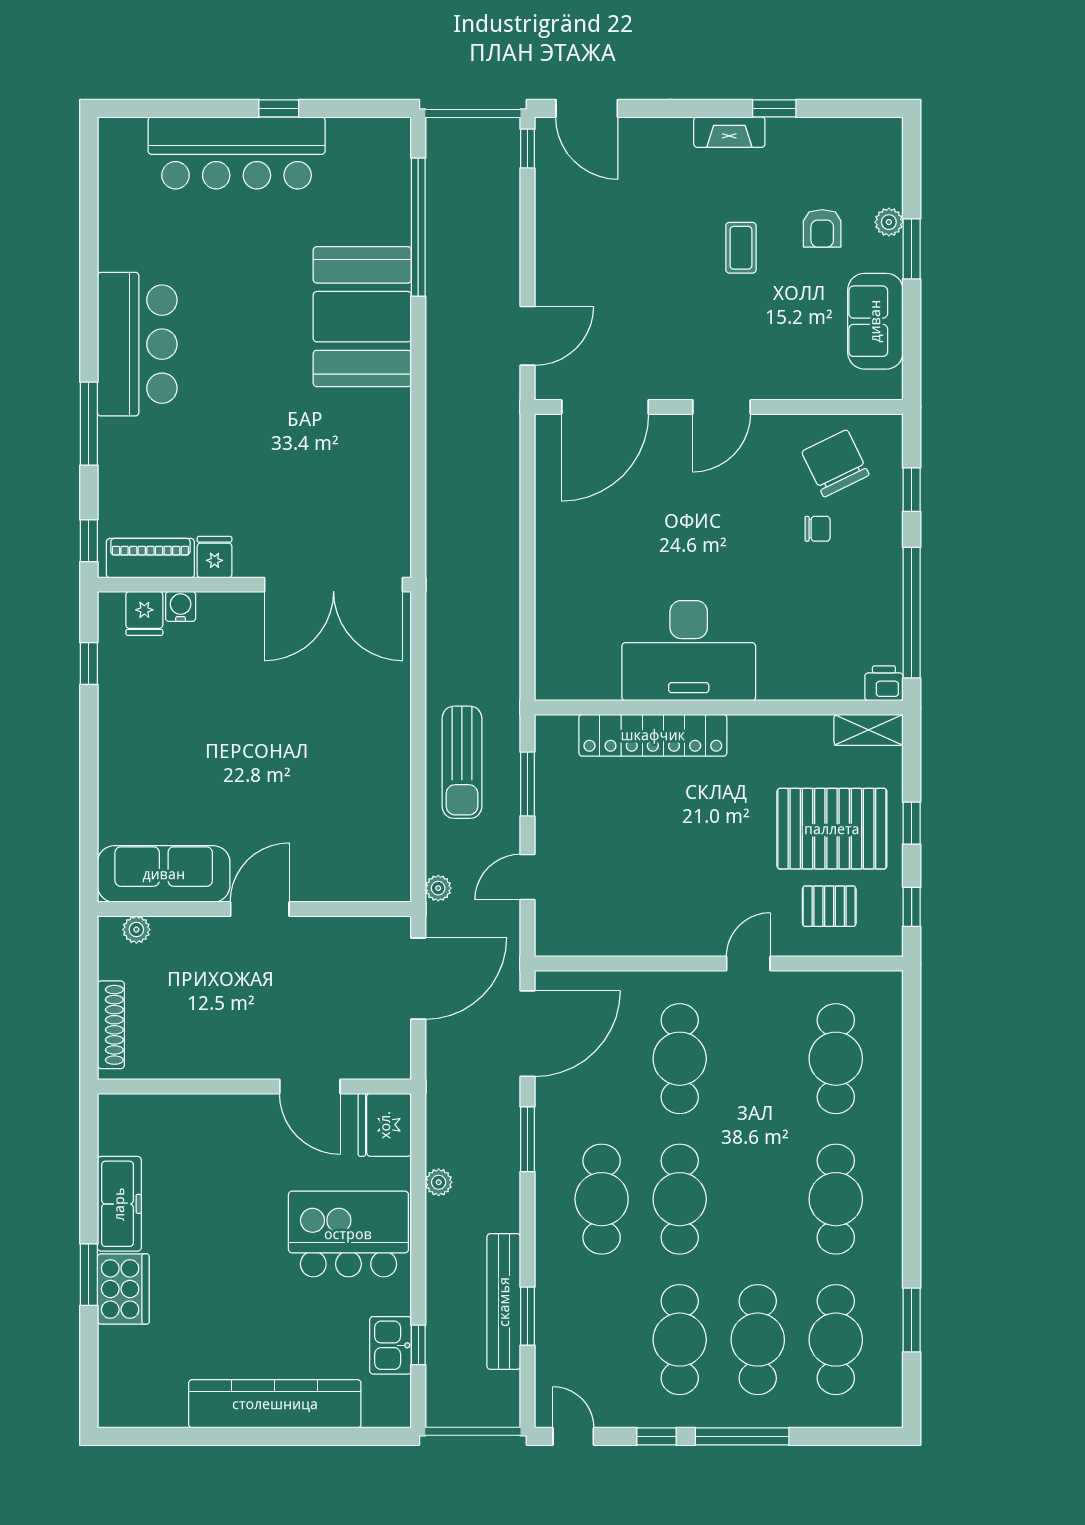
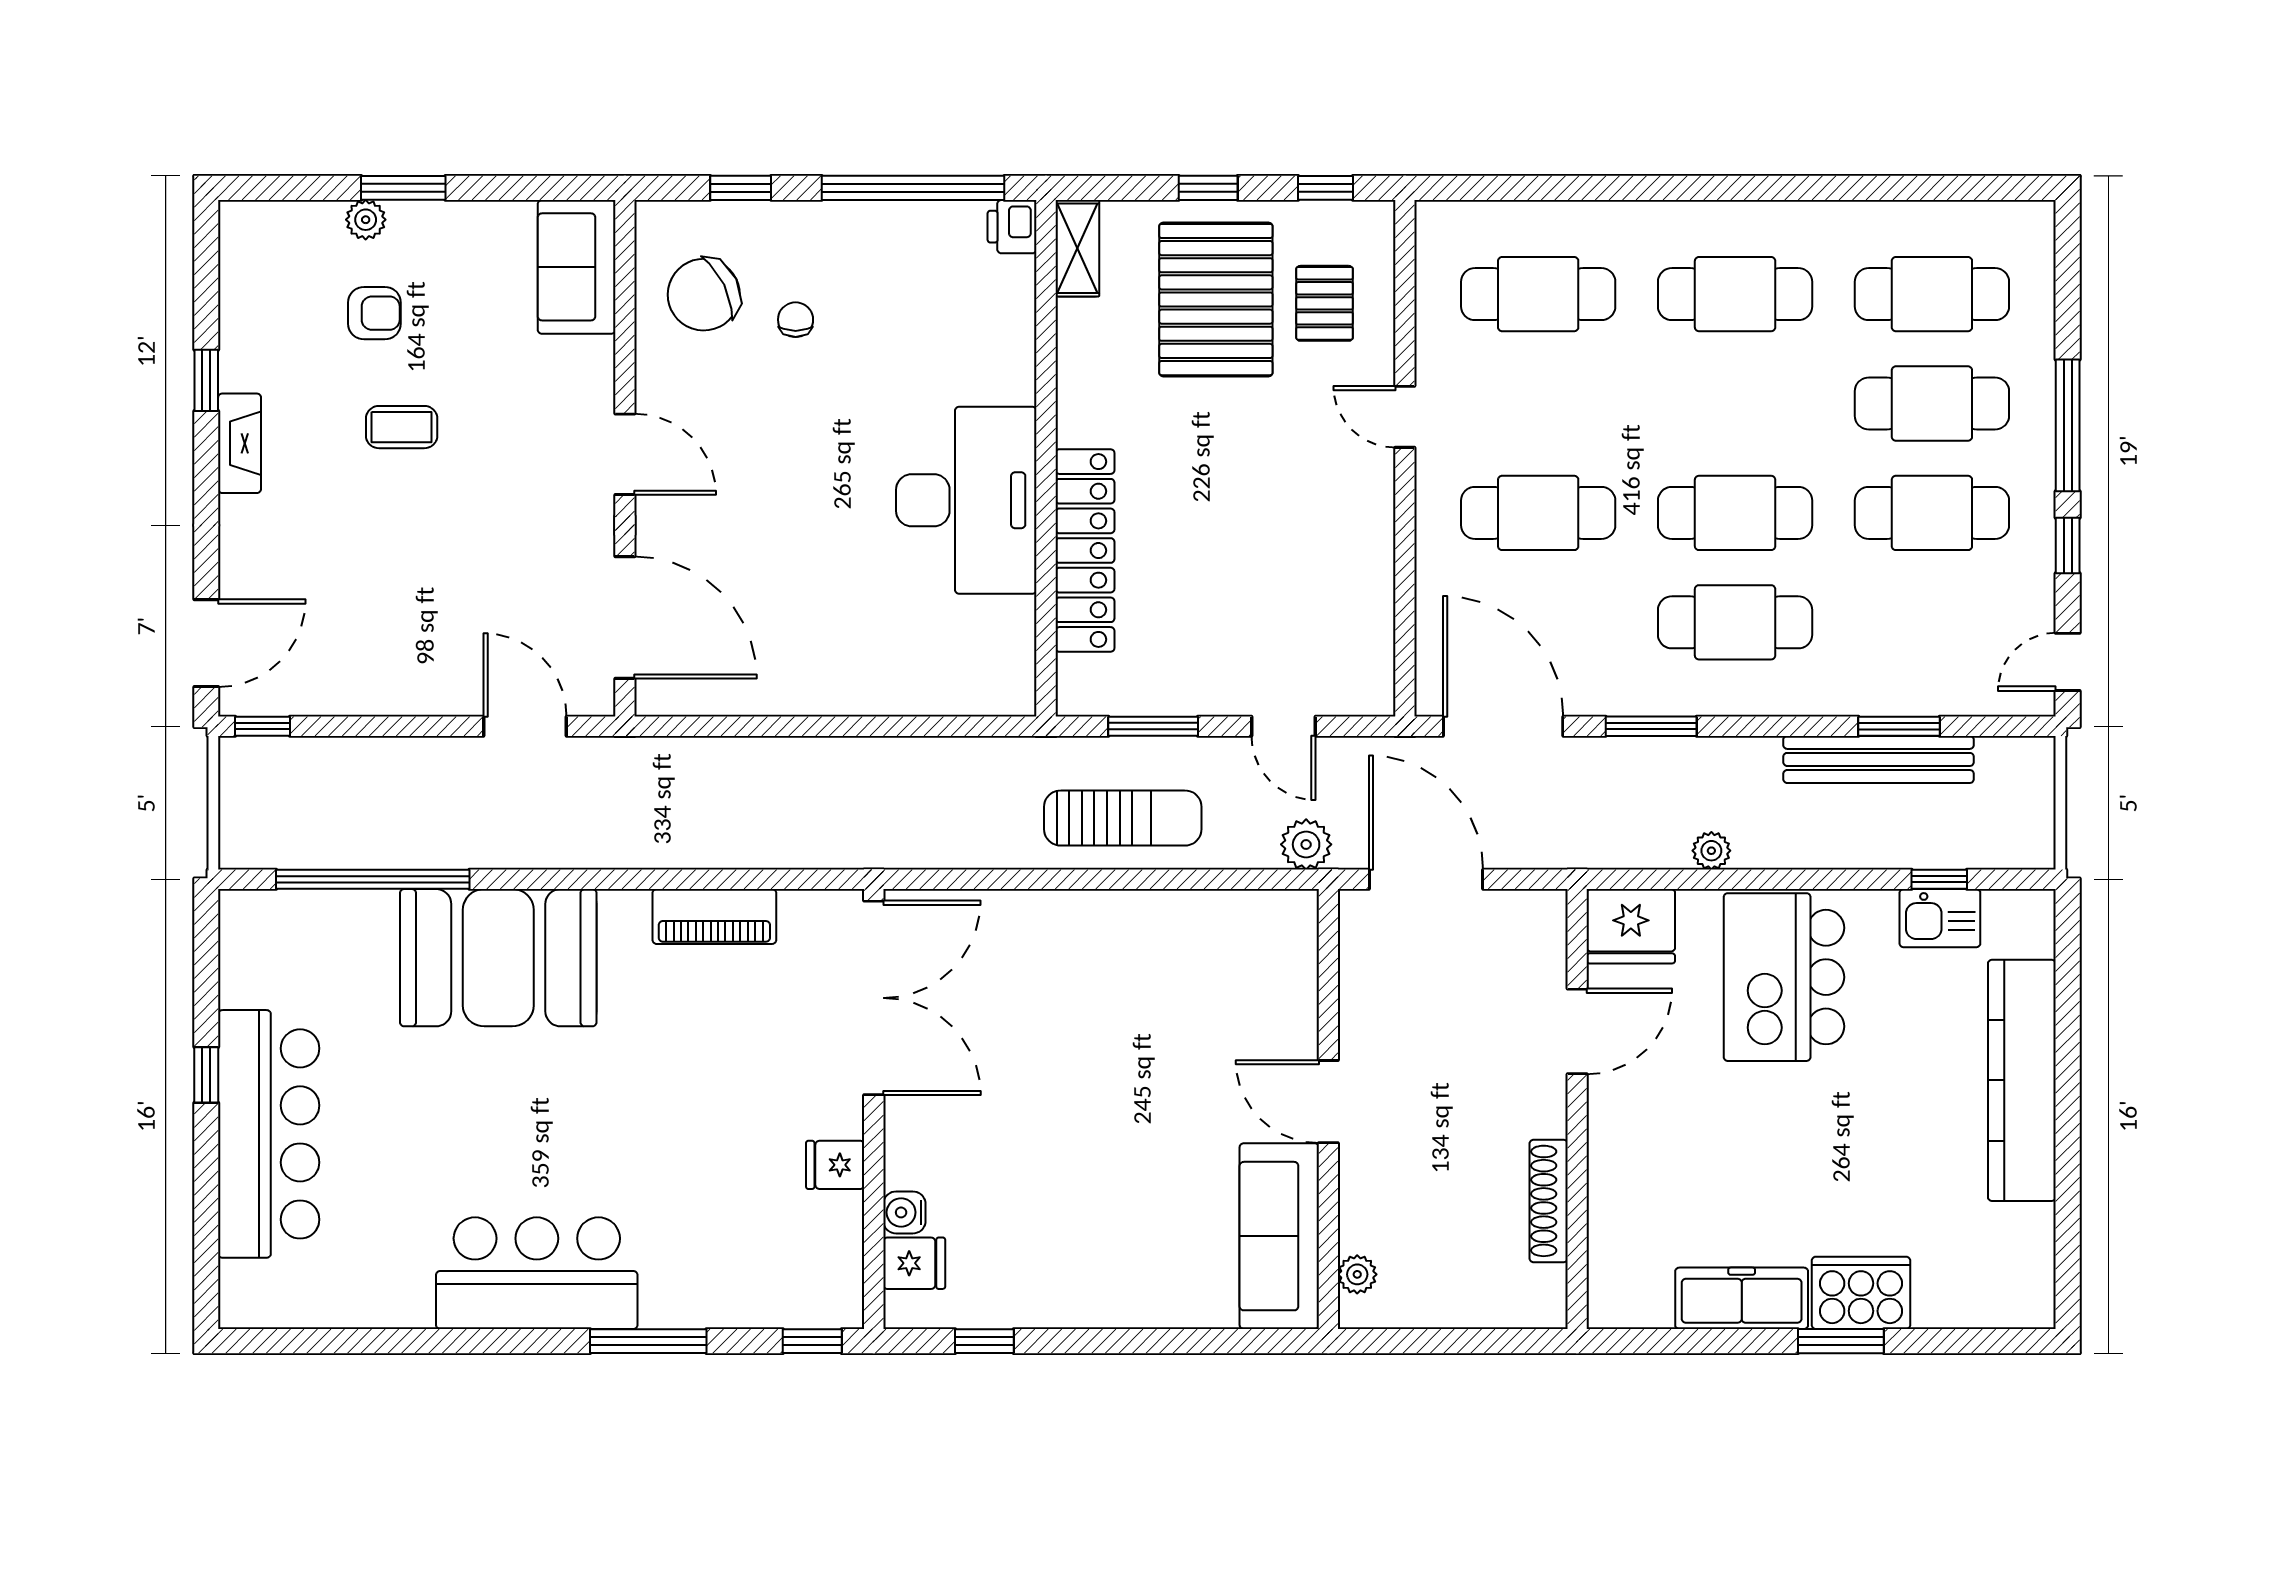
sofa: (875, 321) -> (577, 267), moved, turned 90
piano: (150, 558) -> (714, 916), moved, turned -90
plant: (438, 888) -> (1306, 844), width x1.38, depth x1.38
shoe rack: (111, 1025) -> (1549, 1201), moved, turned -90
window: (912, 1320) -> (1904, 188), removed

